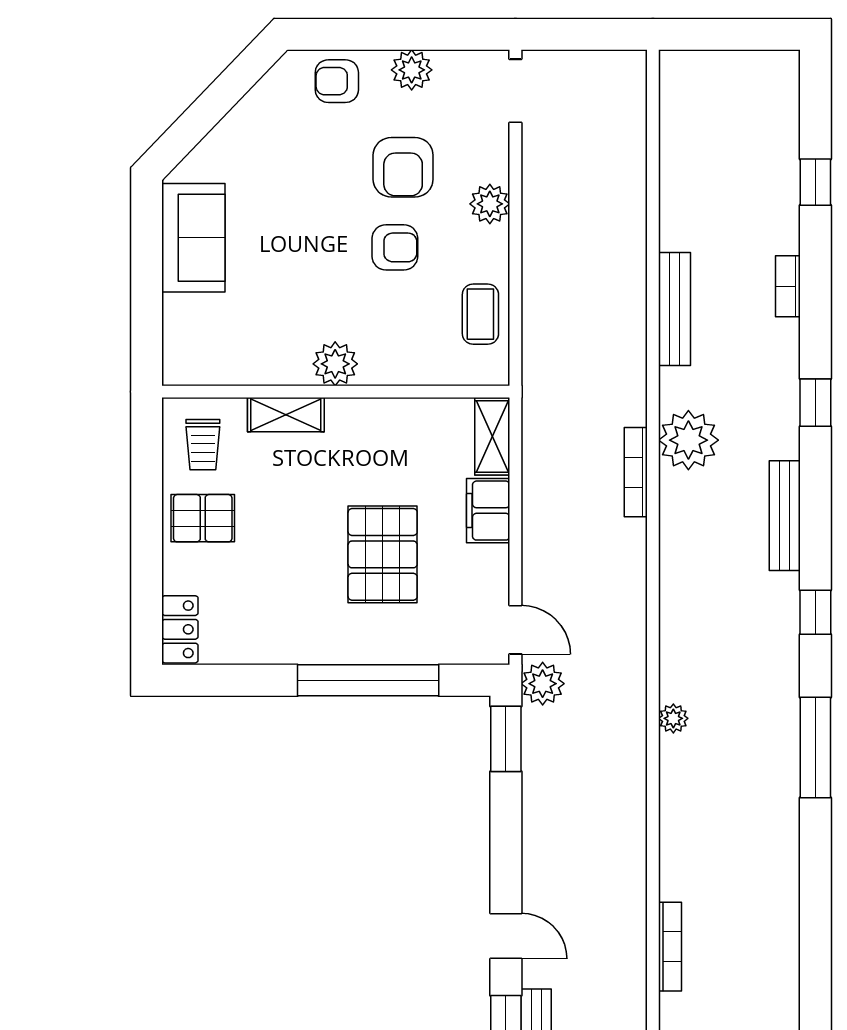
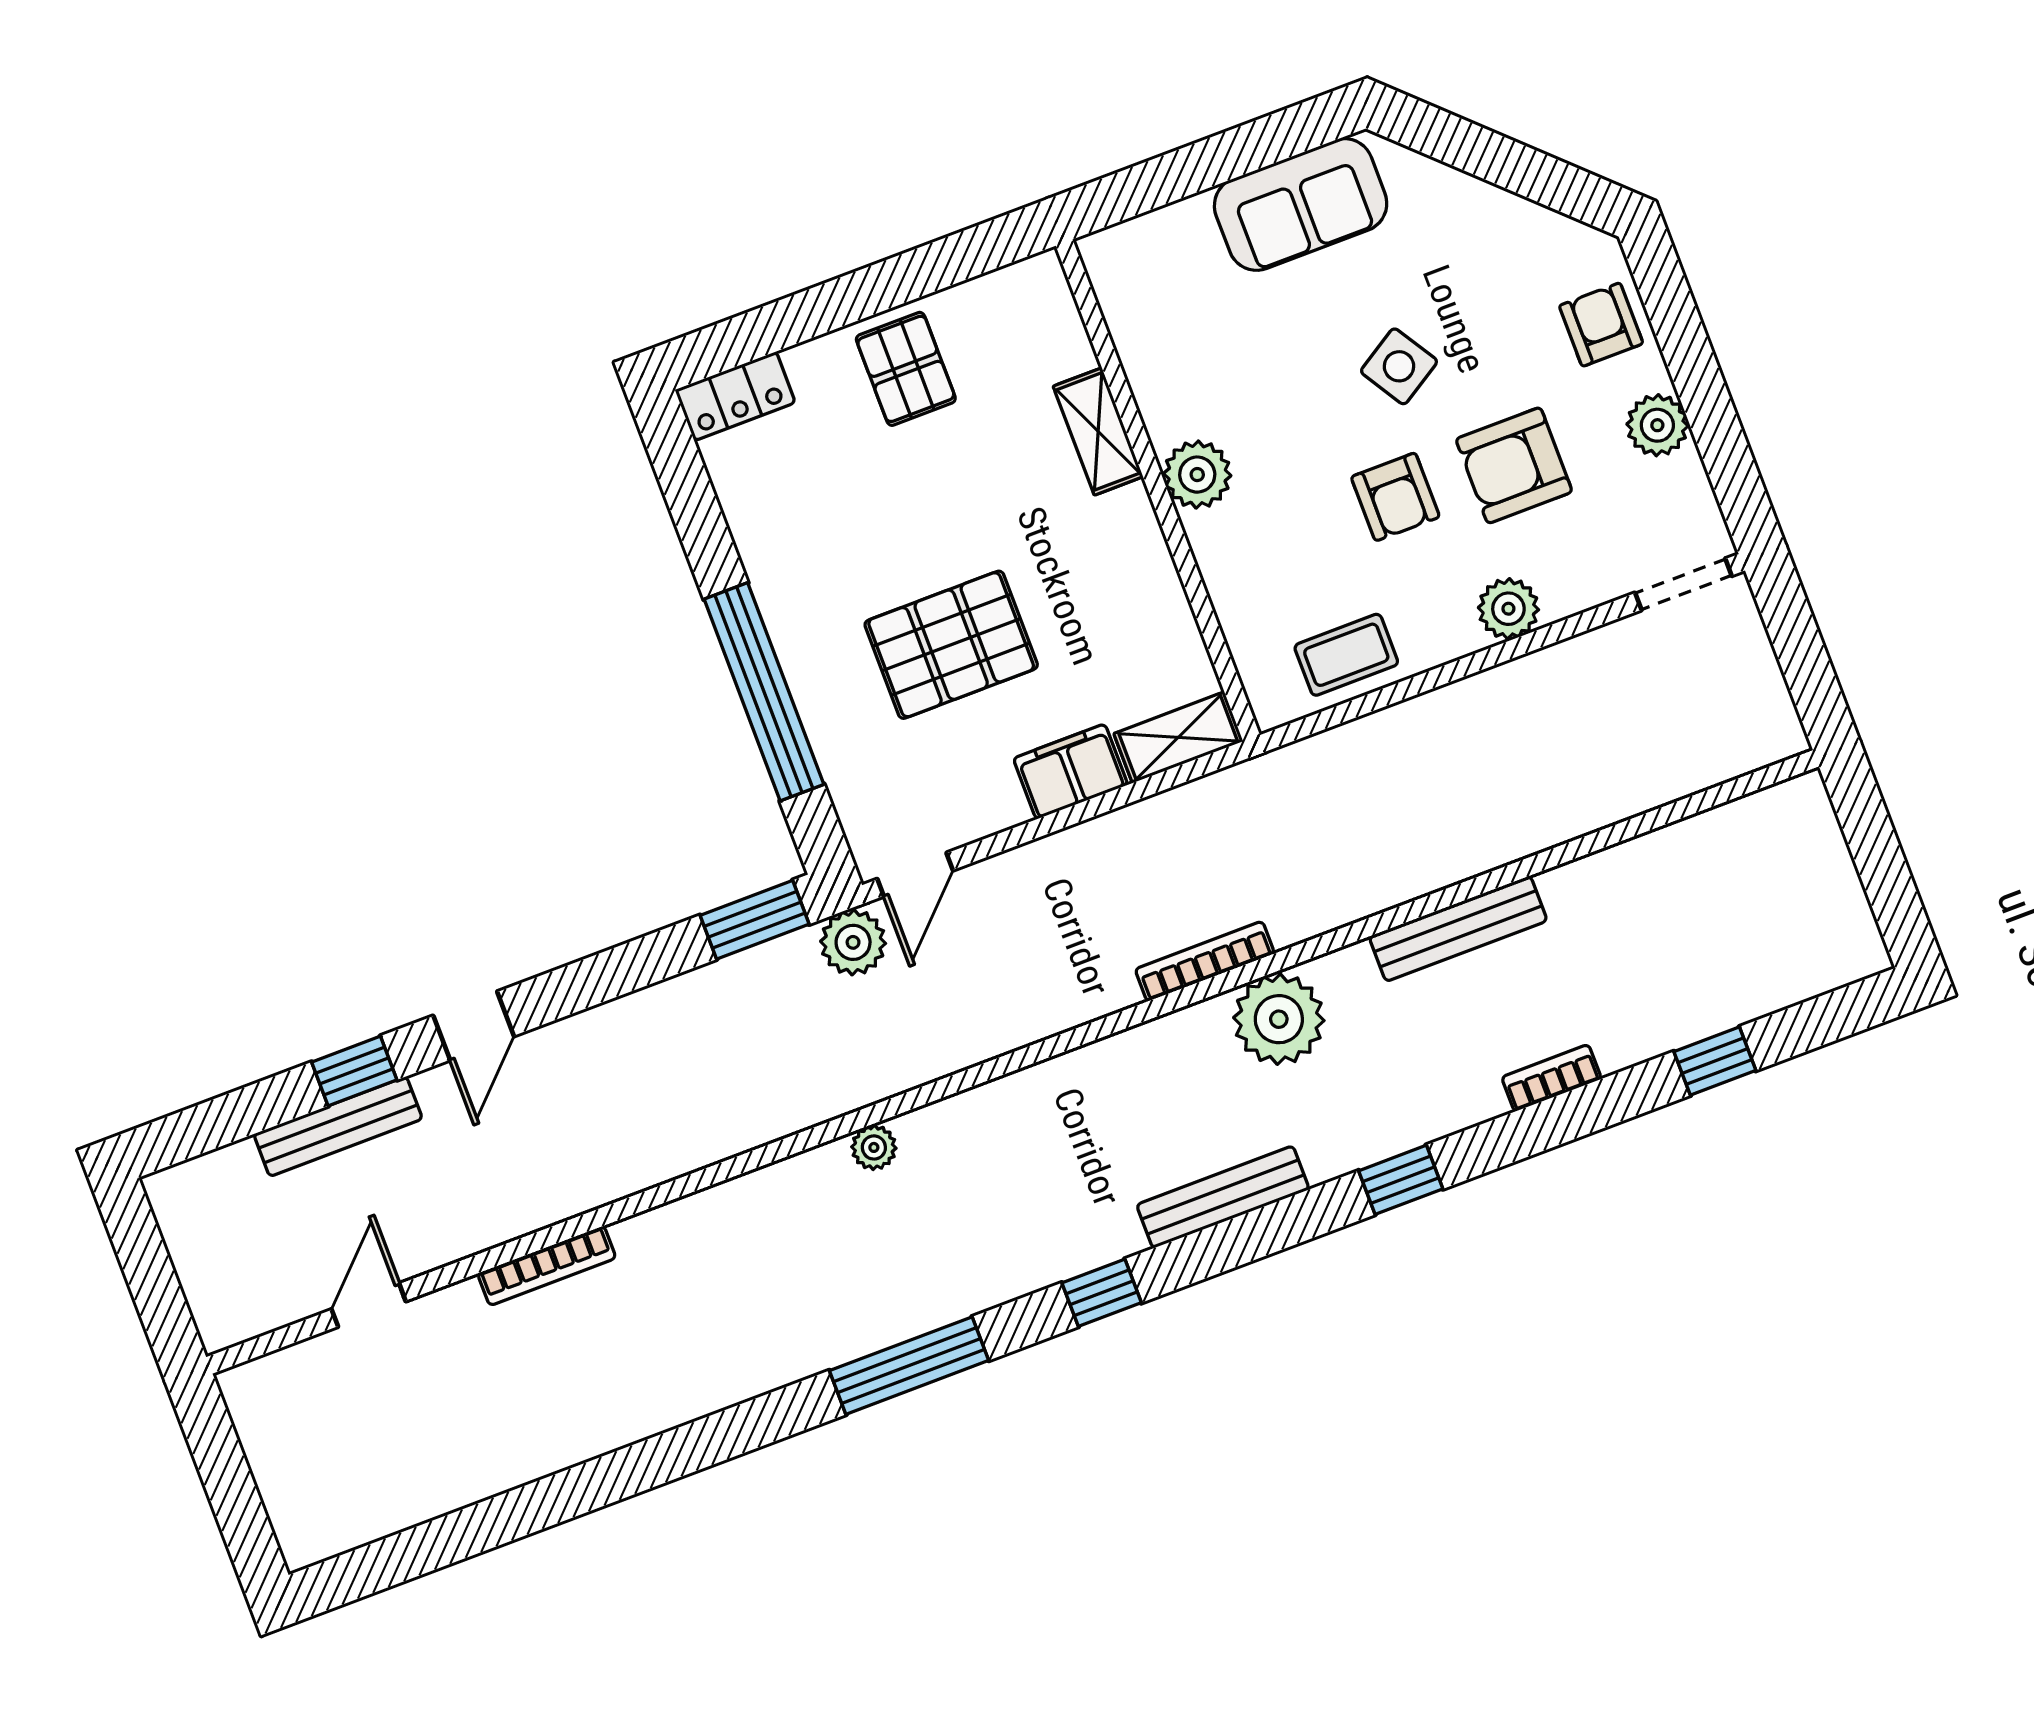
side table: (316, 215) -> (1399, 366), added
trolley: (203, 445) -> (1011, 330), removed

